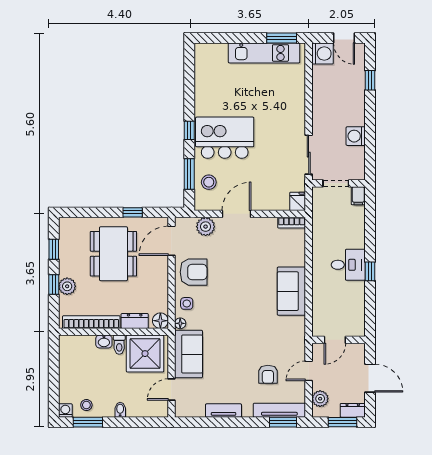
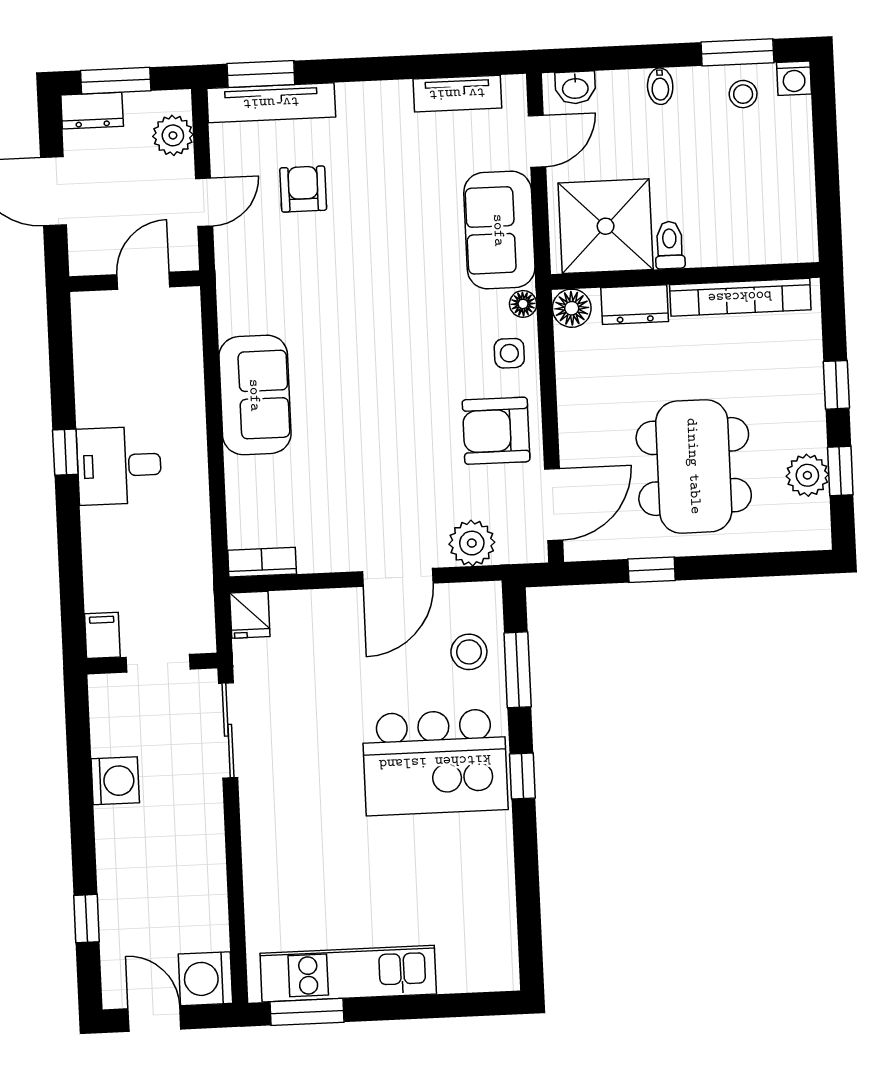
plant: (67, 286) -> (807, 475), moved
washbasin: (104, 342) -> (575, 88), moved, turned 180
tv unit: (224, 410) -> (457, 94), moved

